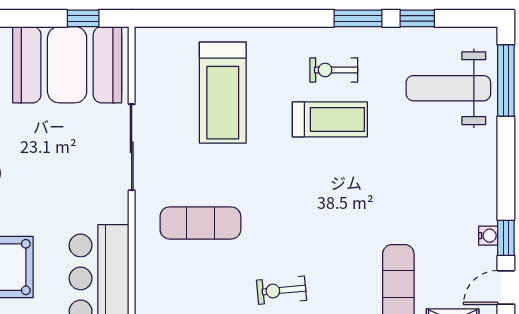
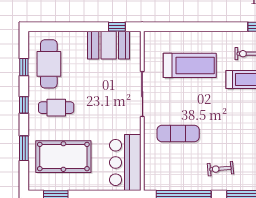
booth: (67, 65) -> (109, 45), width x0.73, depth x0.70
treadmill: (223, 93) -> (190, 65), turned -90

